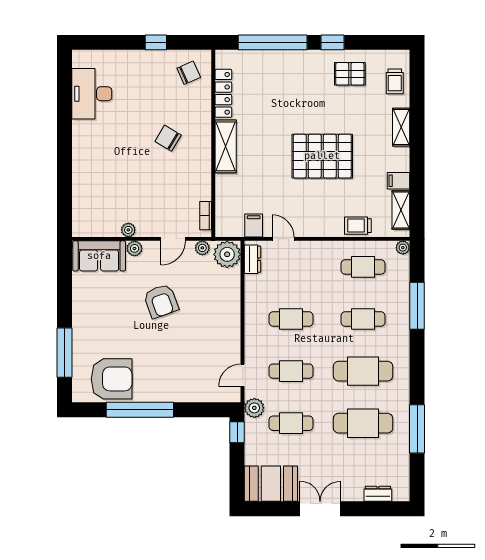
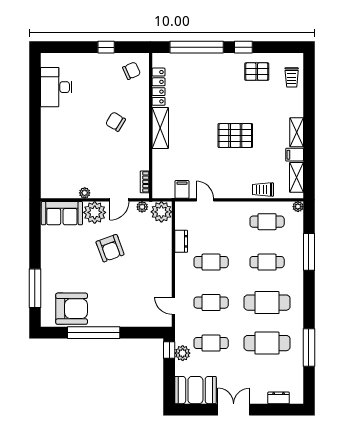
shelving: (401, 127) -> (297, 132), moved
pallet: (322, 156) -> (235, 136), width x0.73, depth x0.71
plant: (135, 248) -> (95, 212), width x1.87, depth x1.87
dresser: (252, 259) -> (181, 241), moved
door: (243, 375) -> (173, 306), hinge flipped
plant: (254, 408) -> (183, 353), moved

